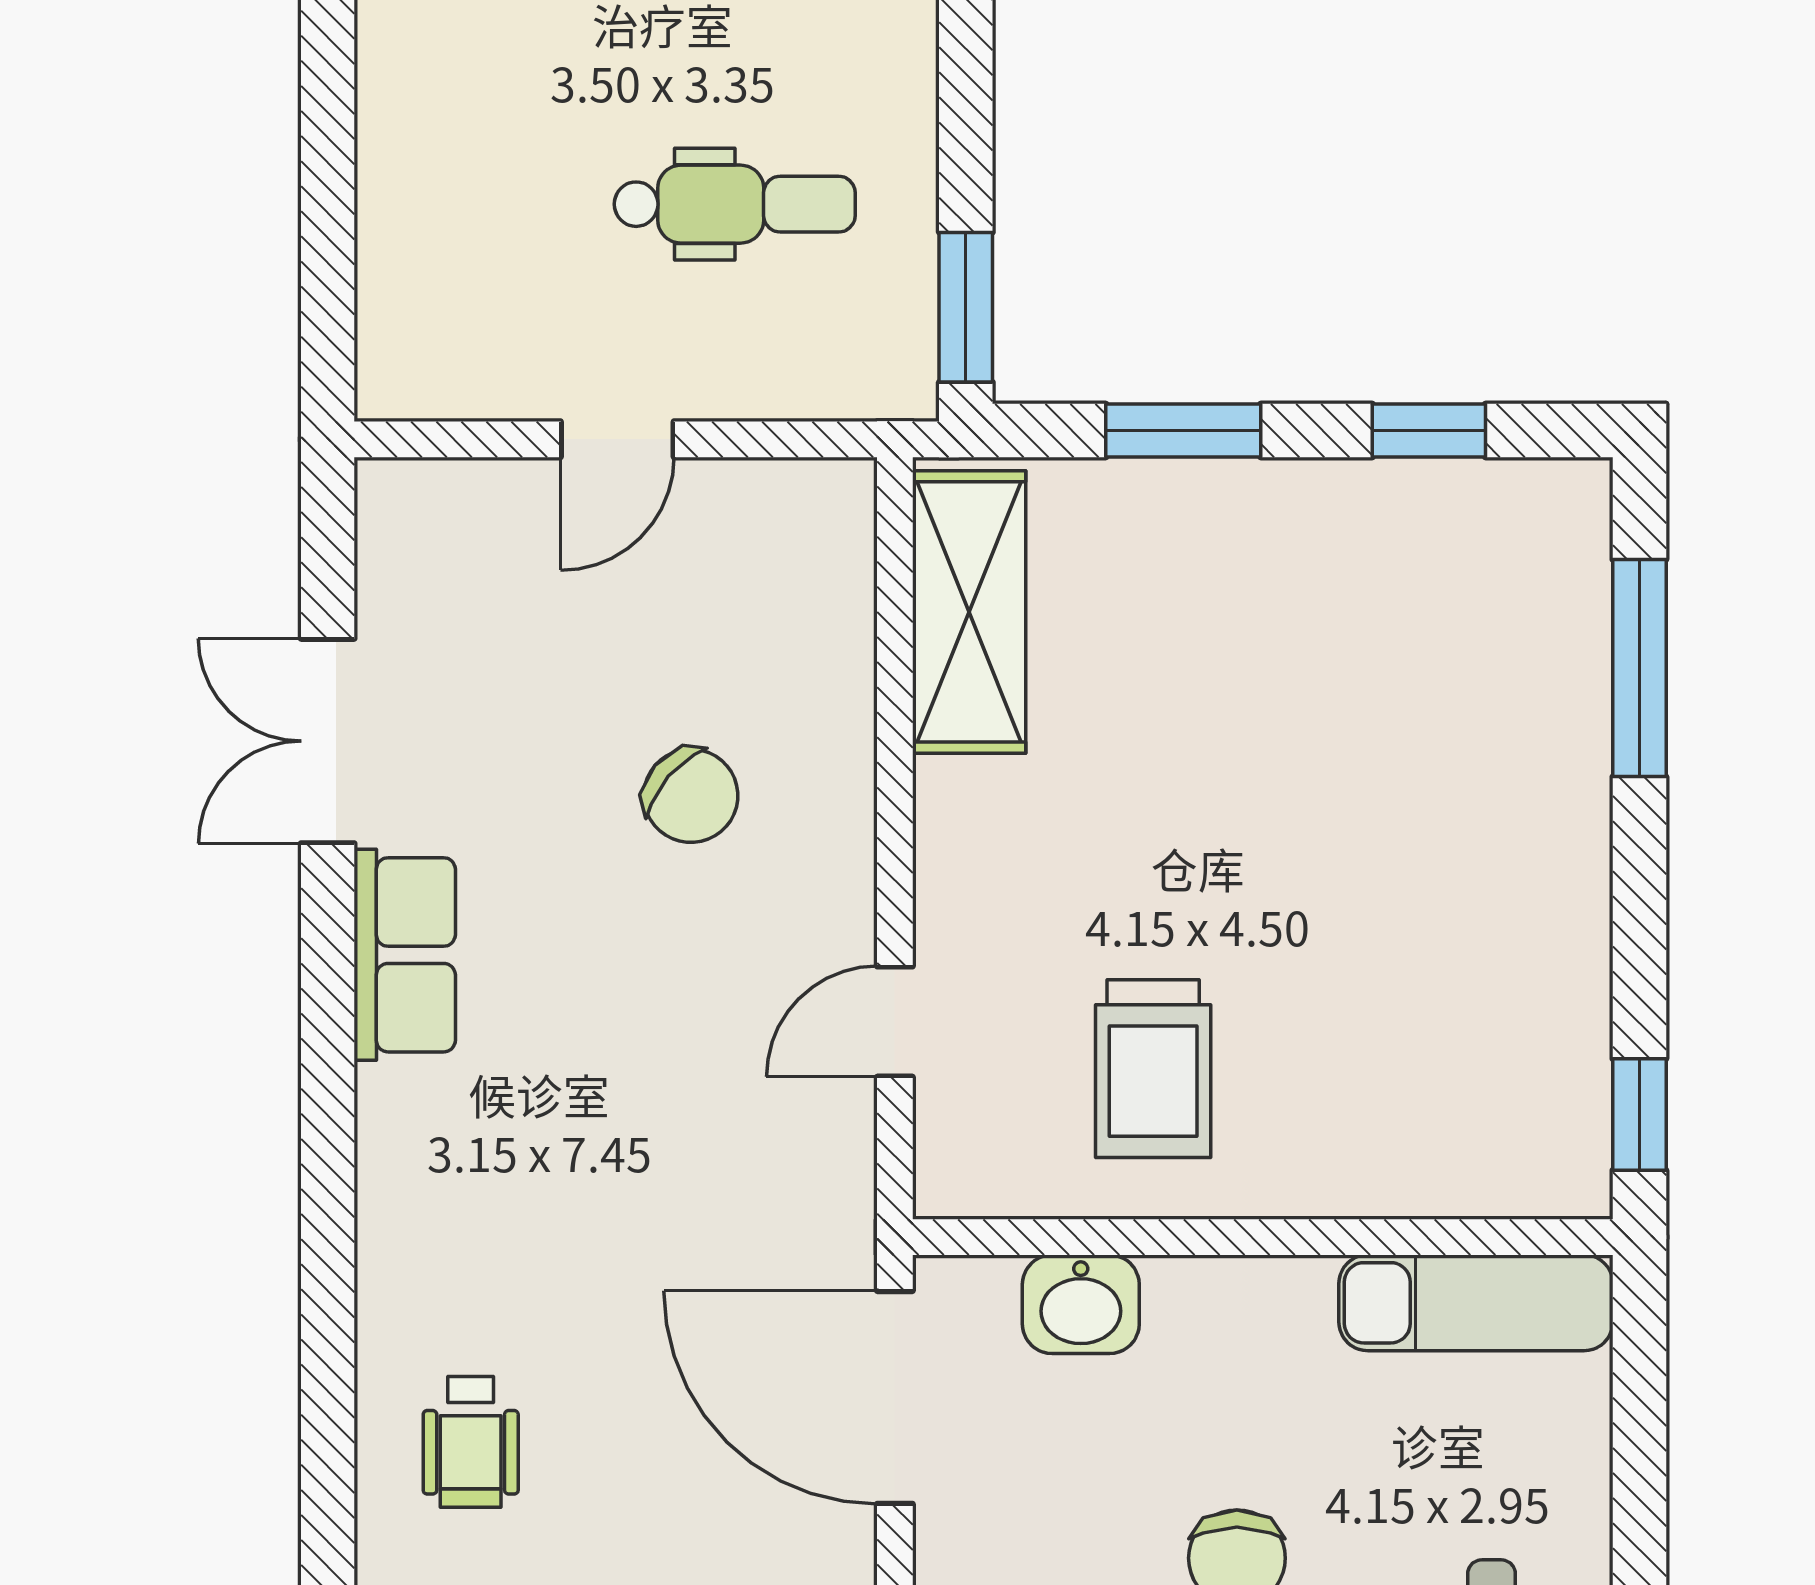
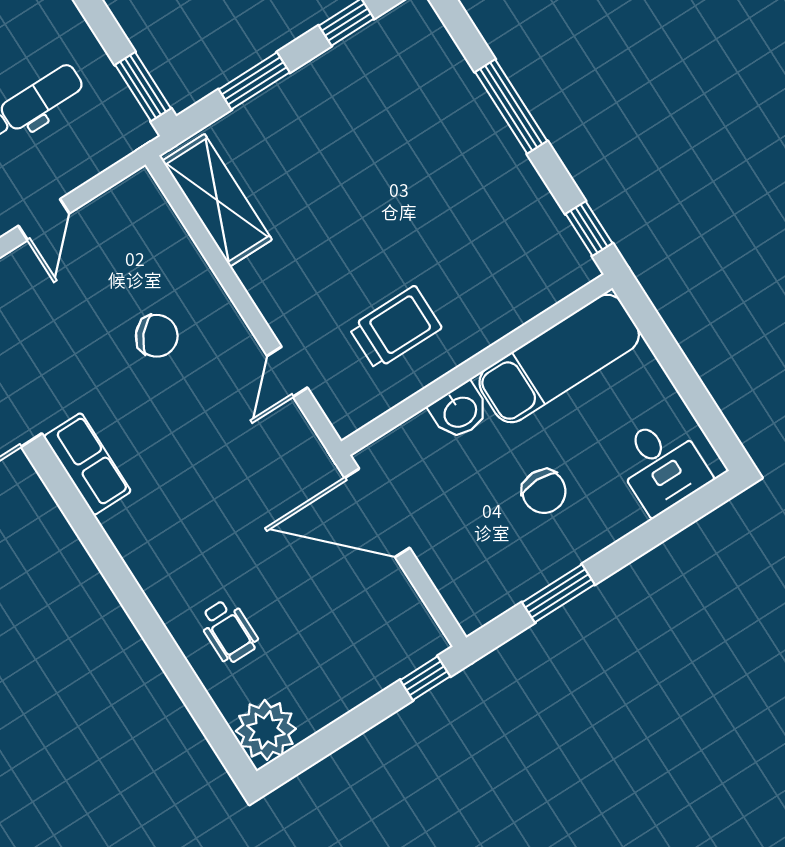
window: (1639, 668) -> (511, 106), moved
trolley: (1153, 1069) -> (395, 328), turned -90
exam couch: (1476, 1303) -> (559, 358), width x1.36, depth x1.45
washbasin: (1081, 1304) -> (460, 411), moved

